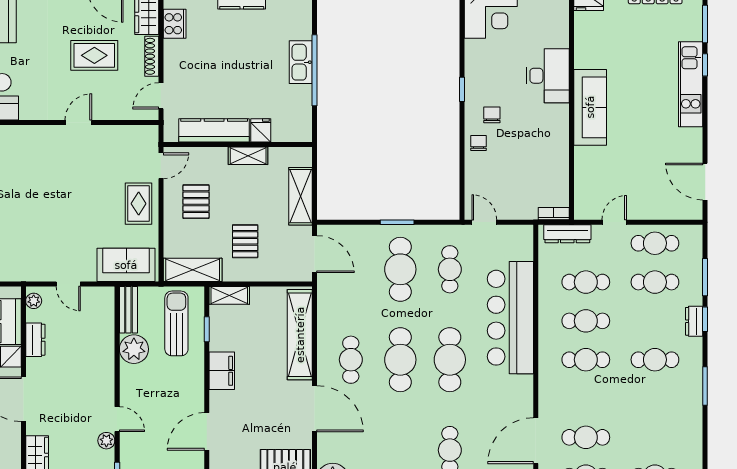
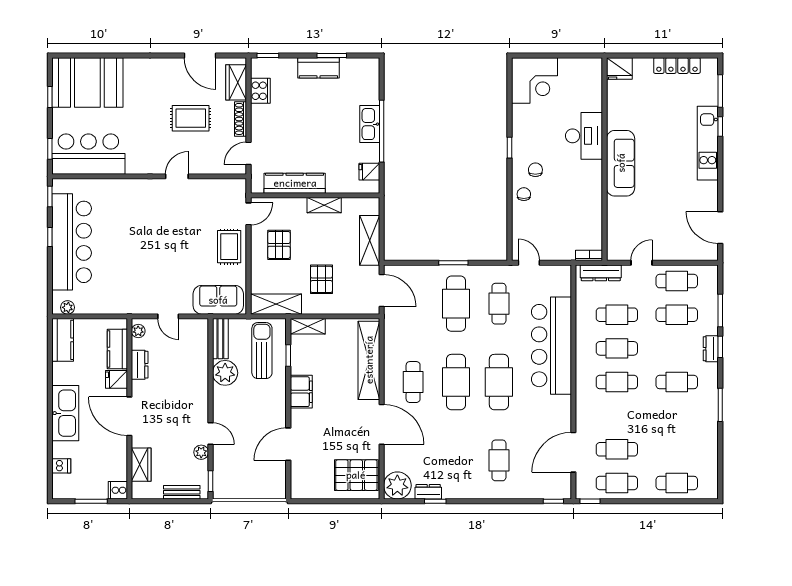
fridge: (261, 130) -> (369, 172), moved, turned -90

